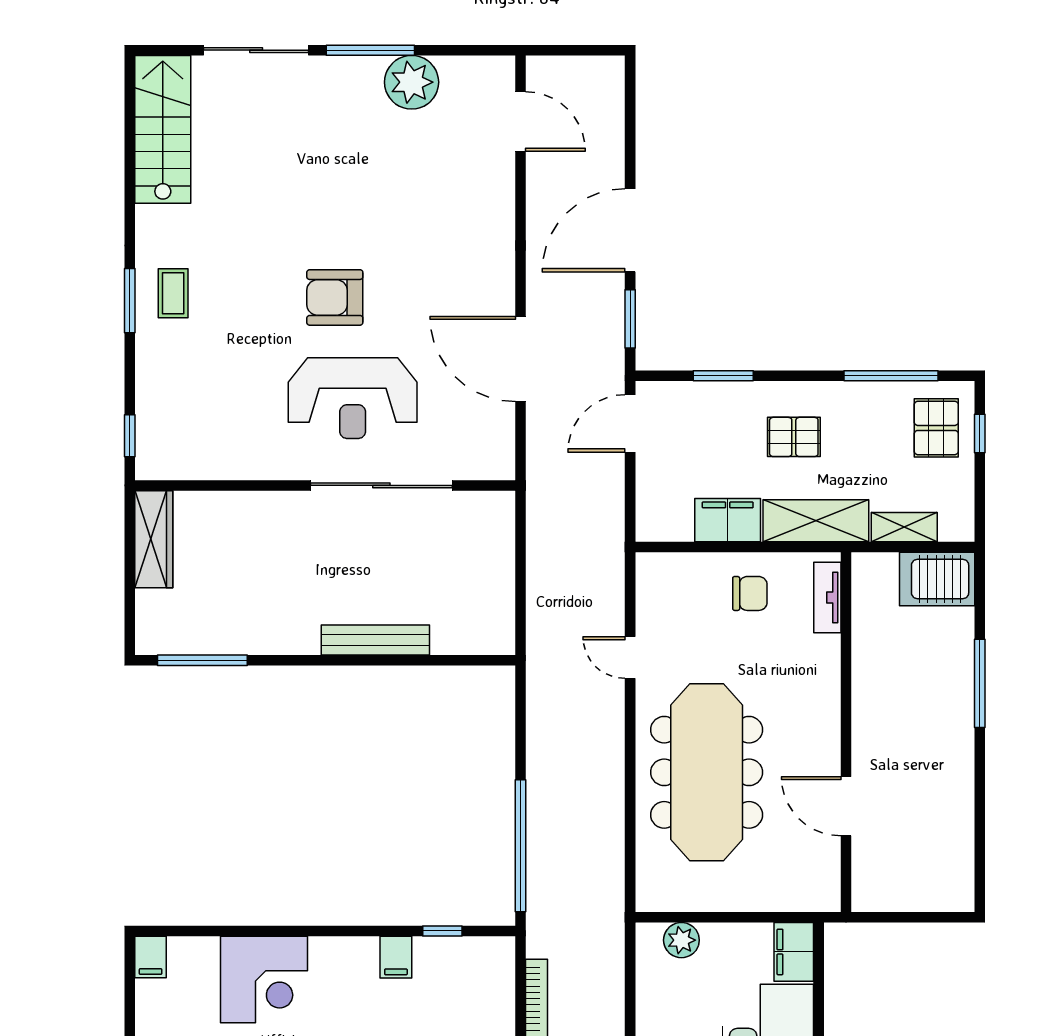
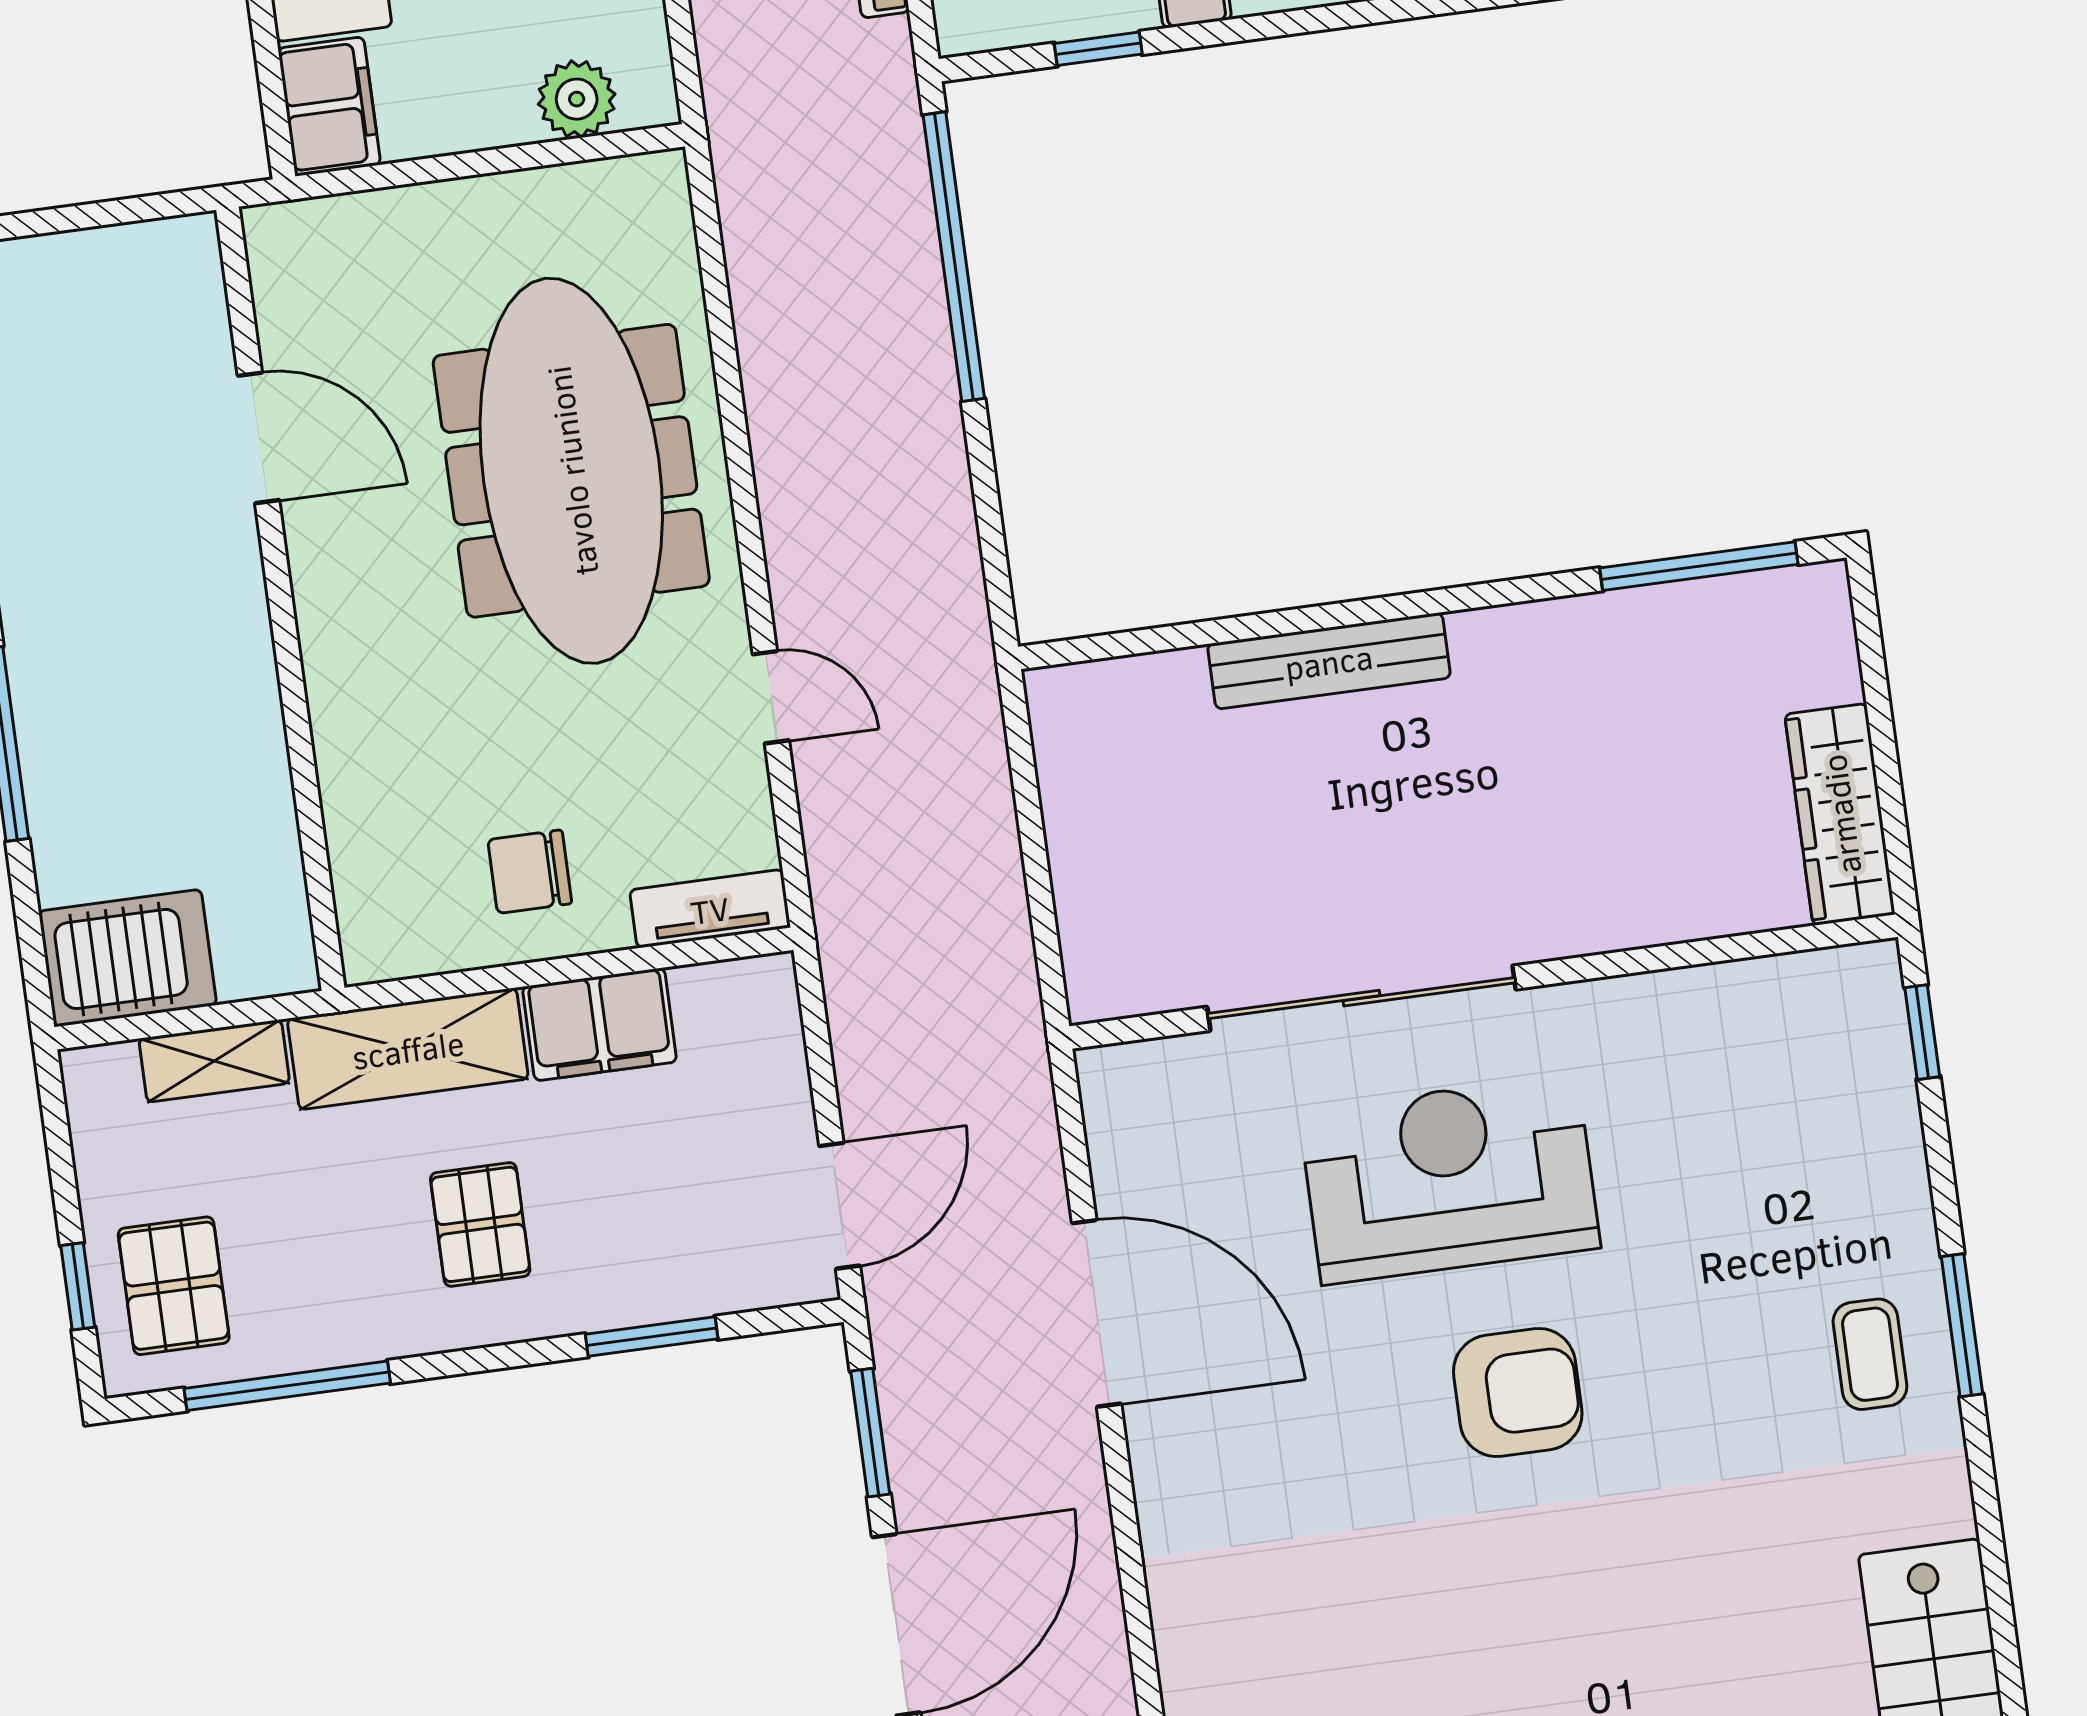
pallet: (794, 437) -> (480, 1224), turned 90
tv unit: (827, 598) -> (710, 909), moved, turned -90

